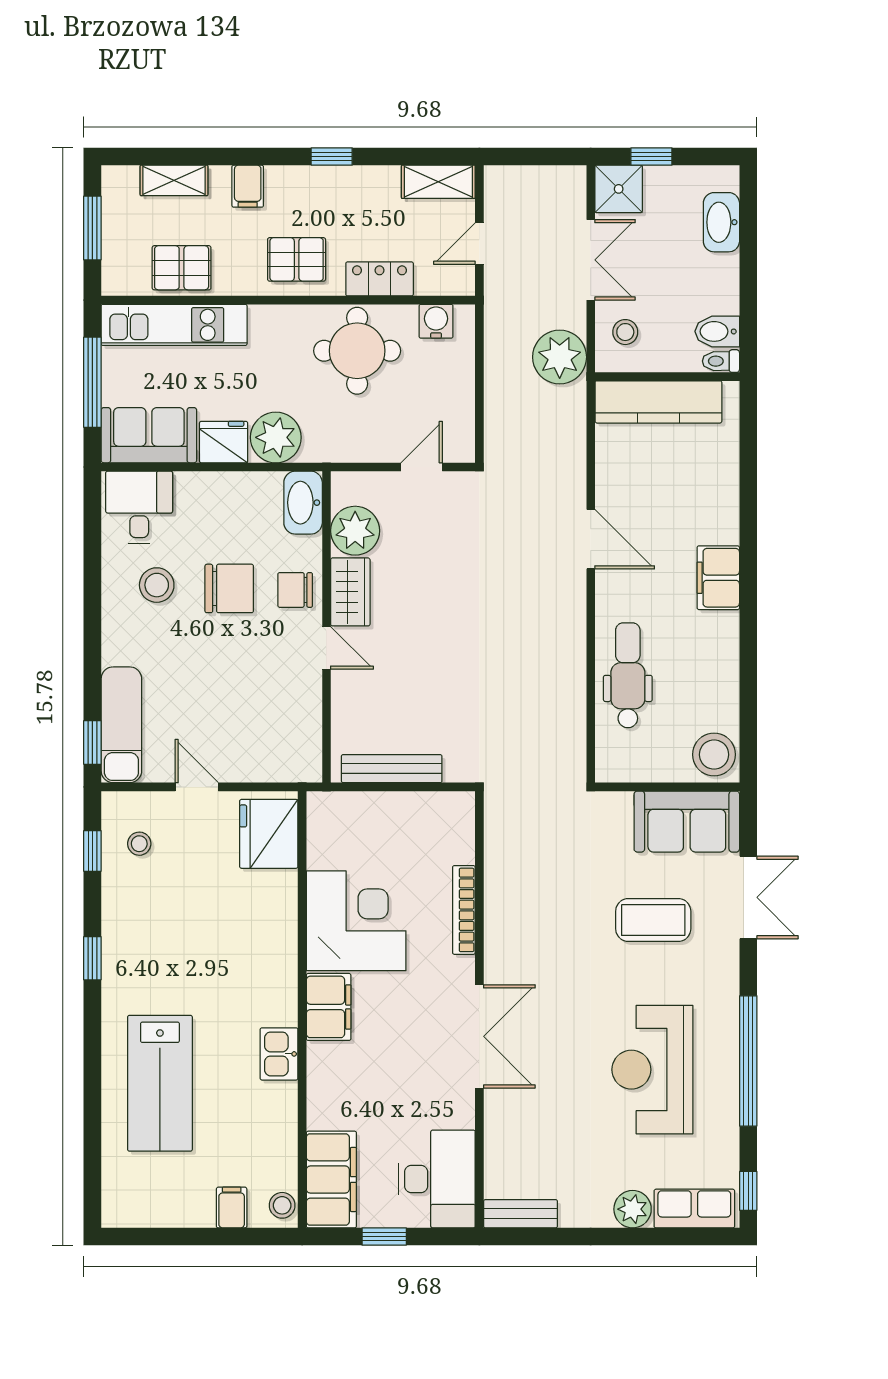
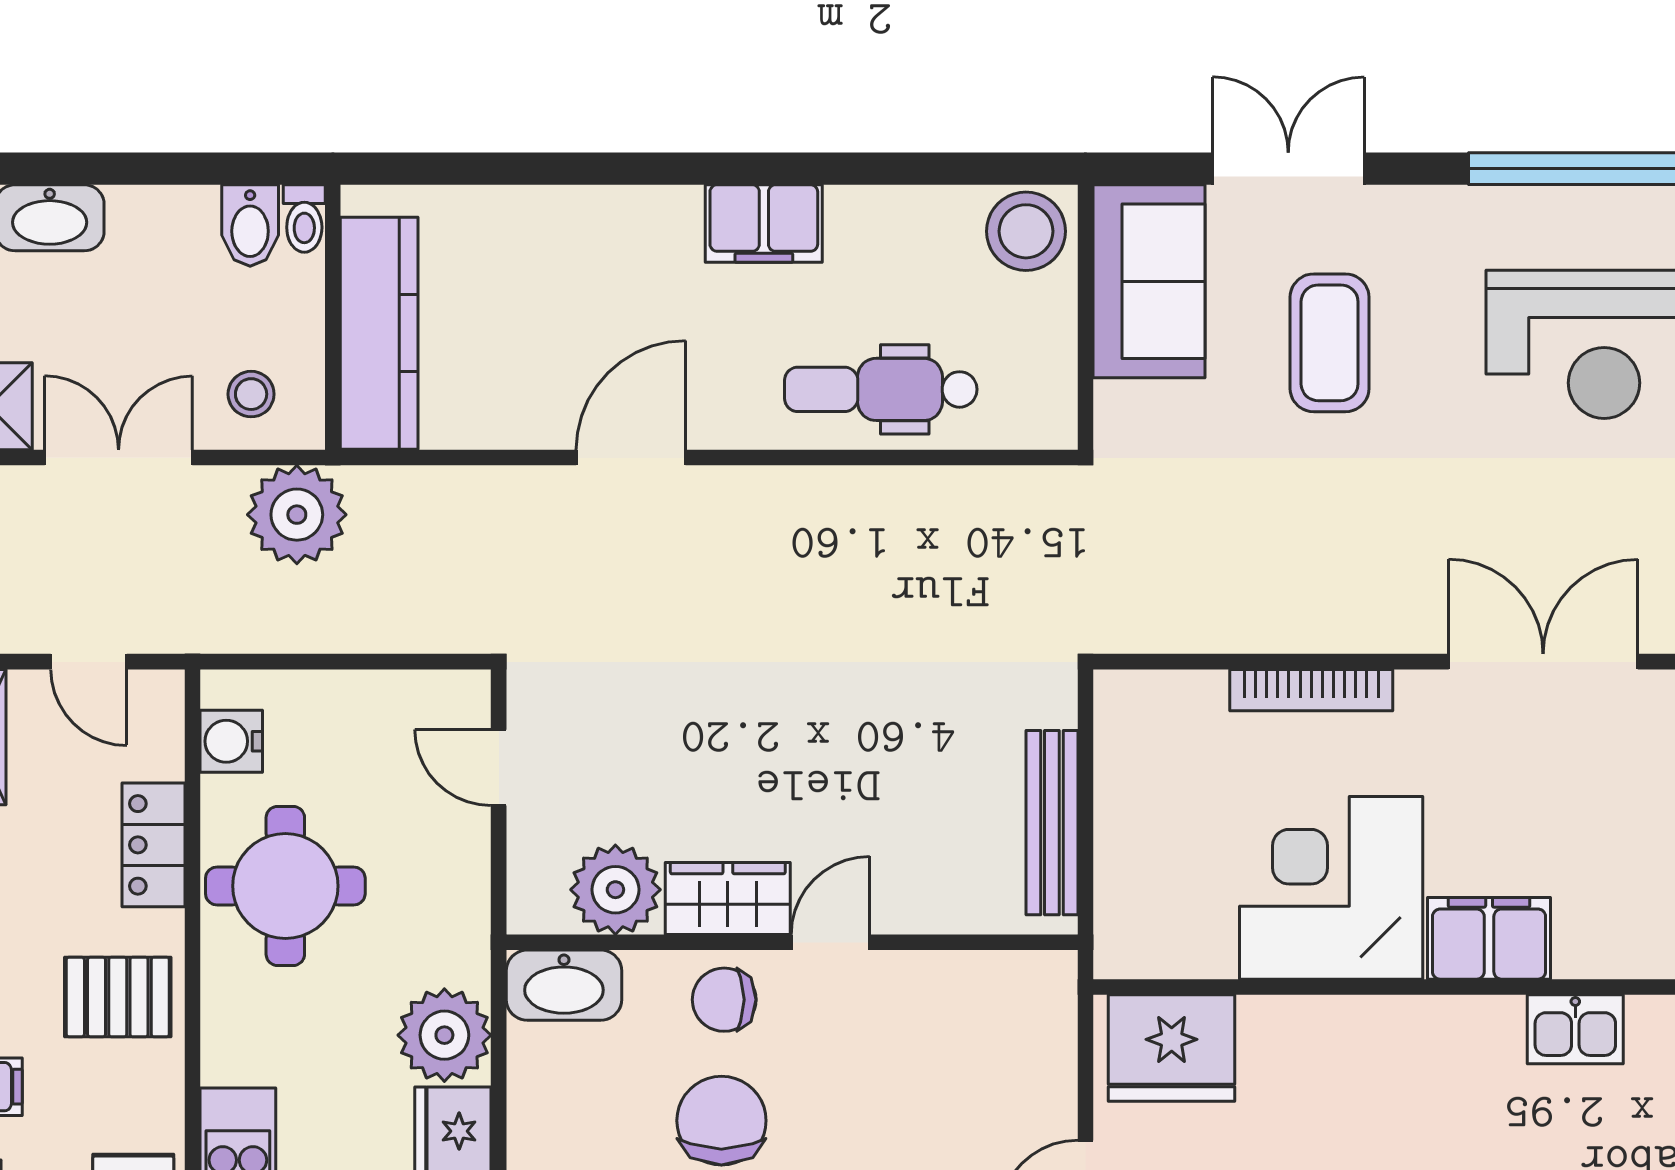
pallet: (297, 259) -> (118, 997), turned 90
filing cabinet: (718, 578) -> (764, 223), moved
chair: (295, 590) -> (724, 1000), turned 90

